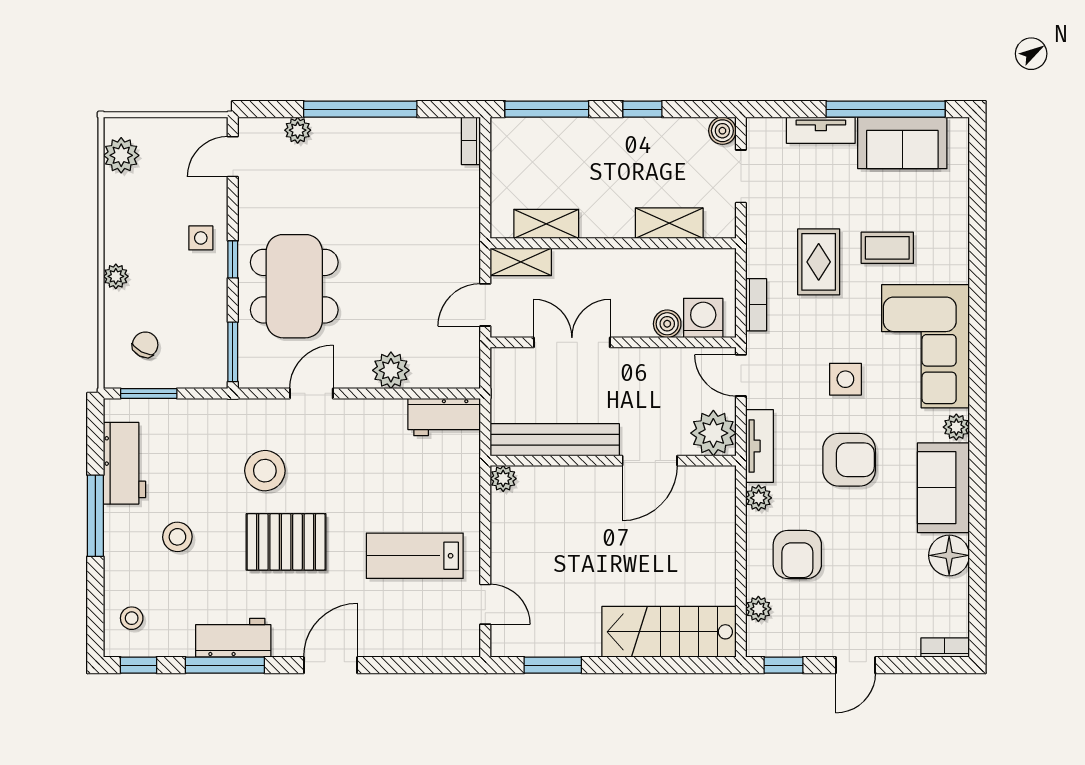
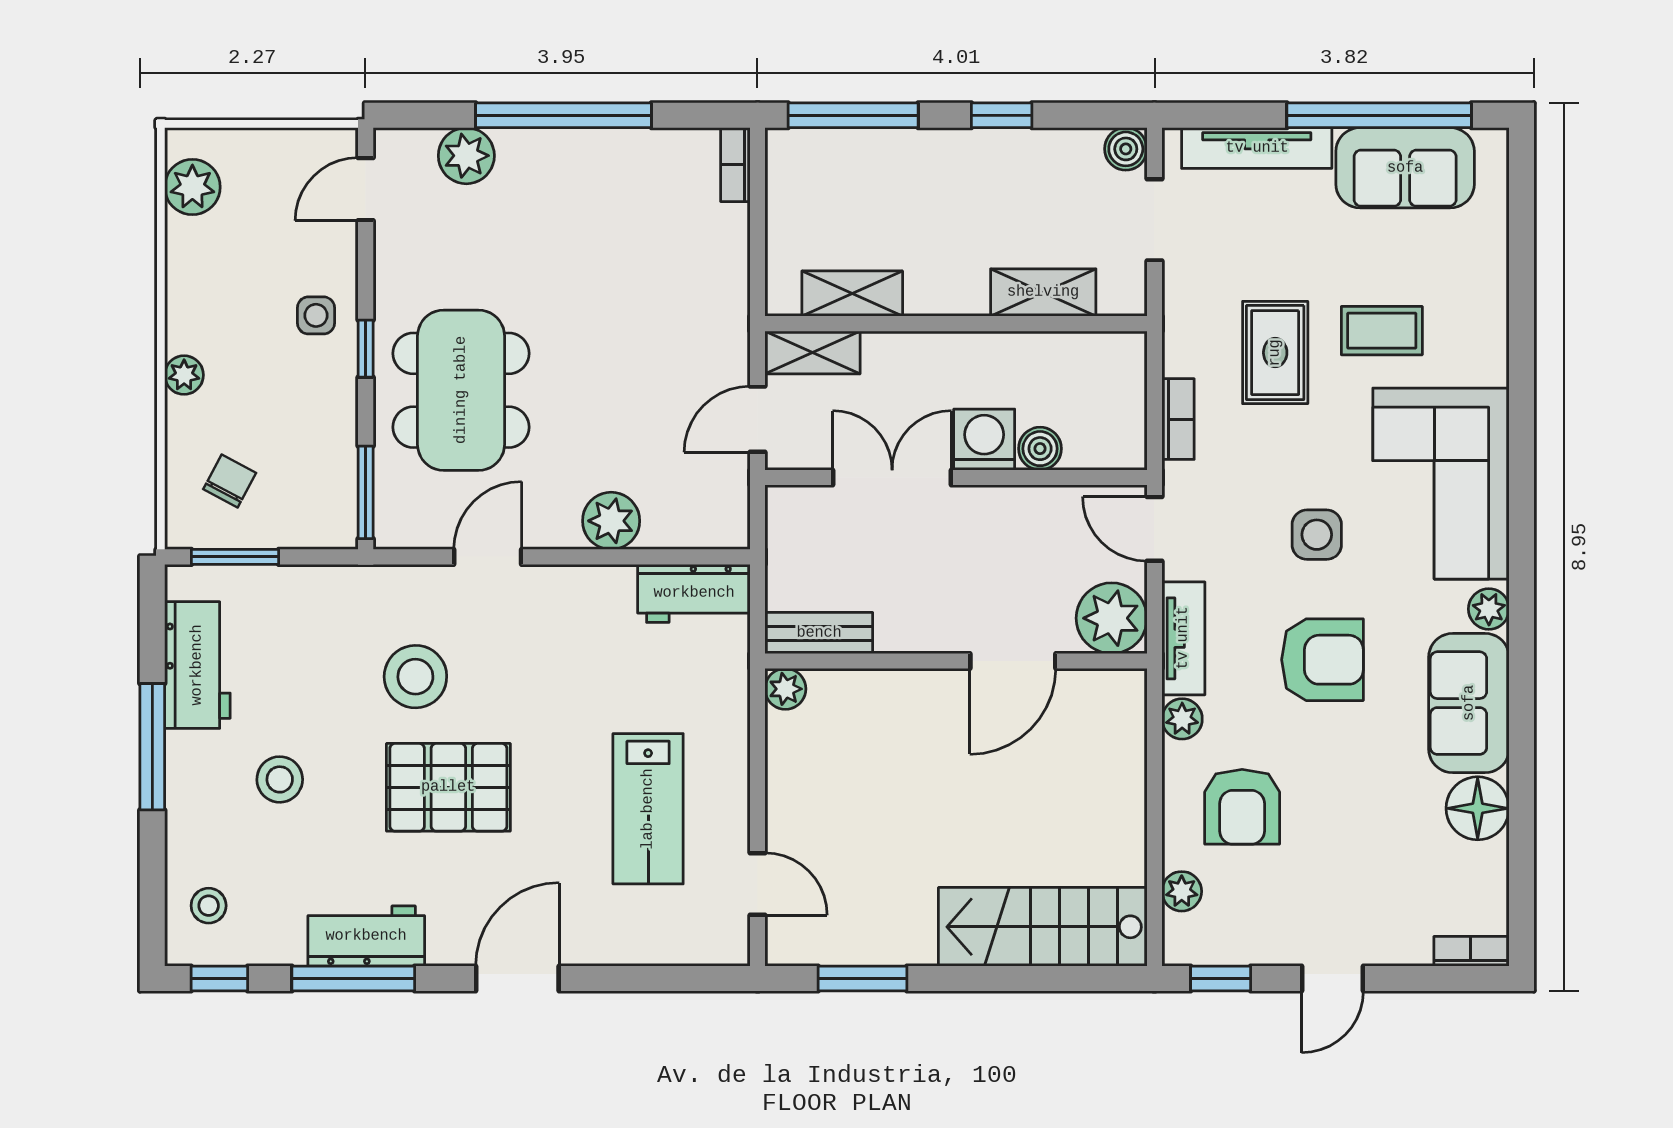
plant: (298, 130) -> (466, 156), width x1.38, depth x1.38
tv unit: (821, 130) -> (1257, 148), width x1.41
washing machine: (703, 318) -> (984, 440), moved
bench: (555, 440) -> (819, 633), width x0.54, depth x0.82
lab bench: (415, 556) -> (648, 809), turned -90

